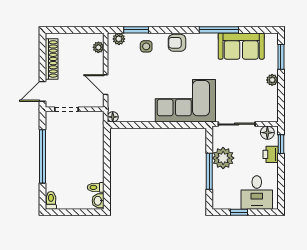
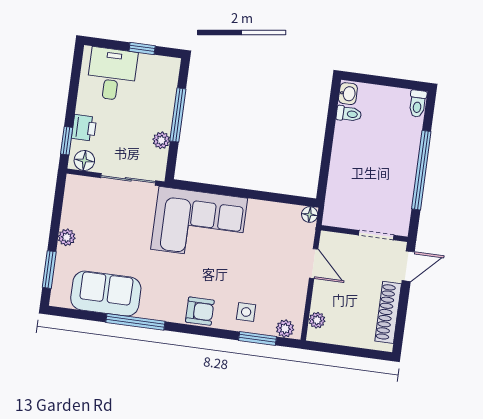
plant: (223, 158) -> (161, 140), width x0.53, depth x0.53

